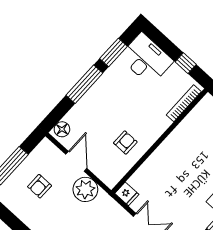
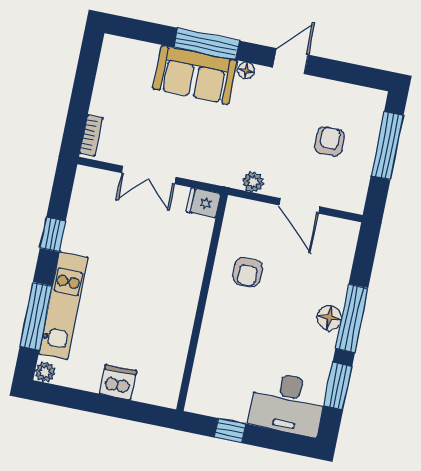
bookcase: (184, 103) -> (200, 374), removed
floor lamp: (62, 129) -> (329, 318), moved
plant: (85, 189) -> (253, 182), width x0.53, depth x0.53

